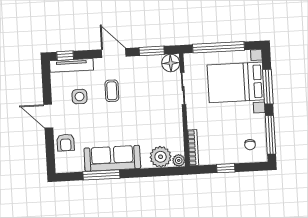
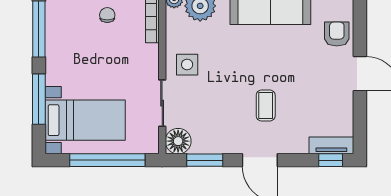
tv unit: (71, 65) -> (331, 145), width x0.71
bed with nightstands: (236, 82) -> (85, 120), width x0.73
side table: (80, 97) -> (187, 65), moved
chair: (250, 145) -> (107, 15), moved

